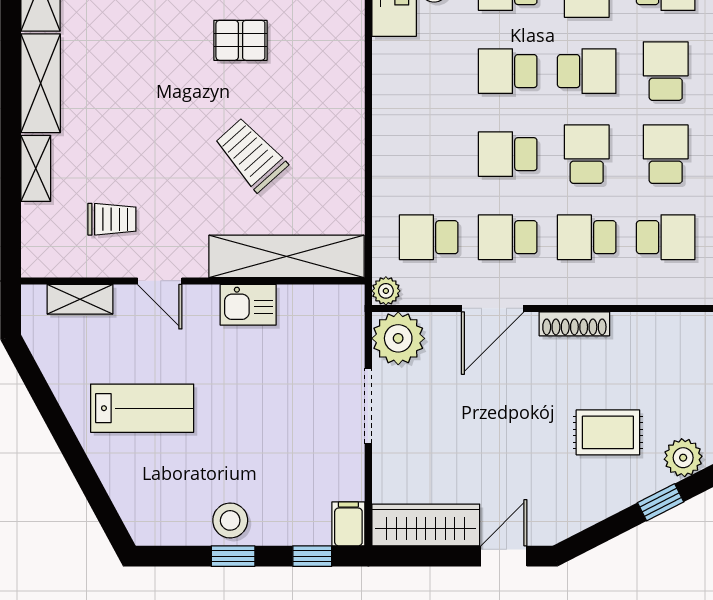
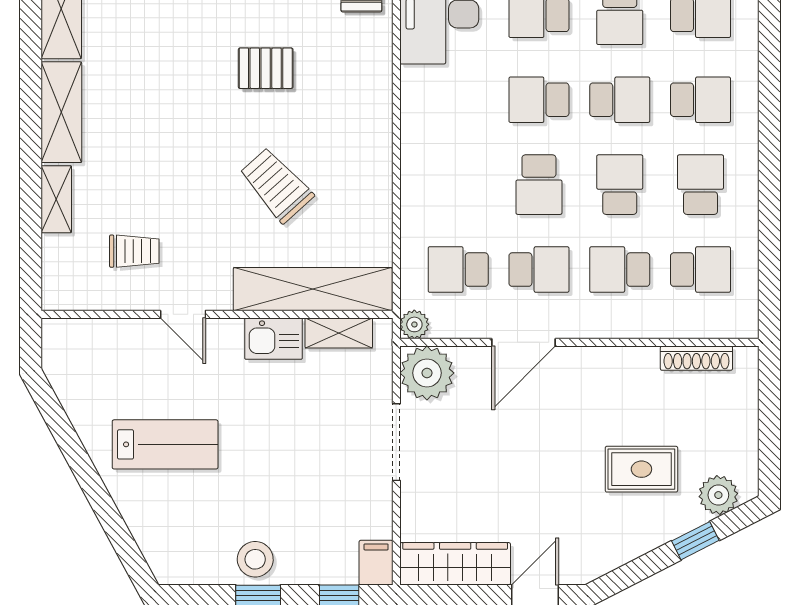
school desk: (666, 71) -> (701, 100), turned 90
school desk: (508, 154) -> (539, 185), turned -90
school desk: (508, 237) -> (539, 270), turned 180
shelving: (80, 299) -> (339, 333), moved
shoe rack: (574, 324) -> (696, 358), moved

